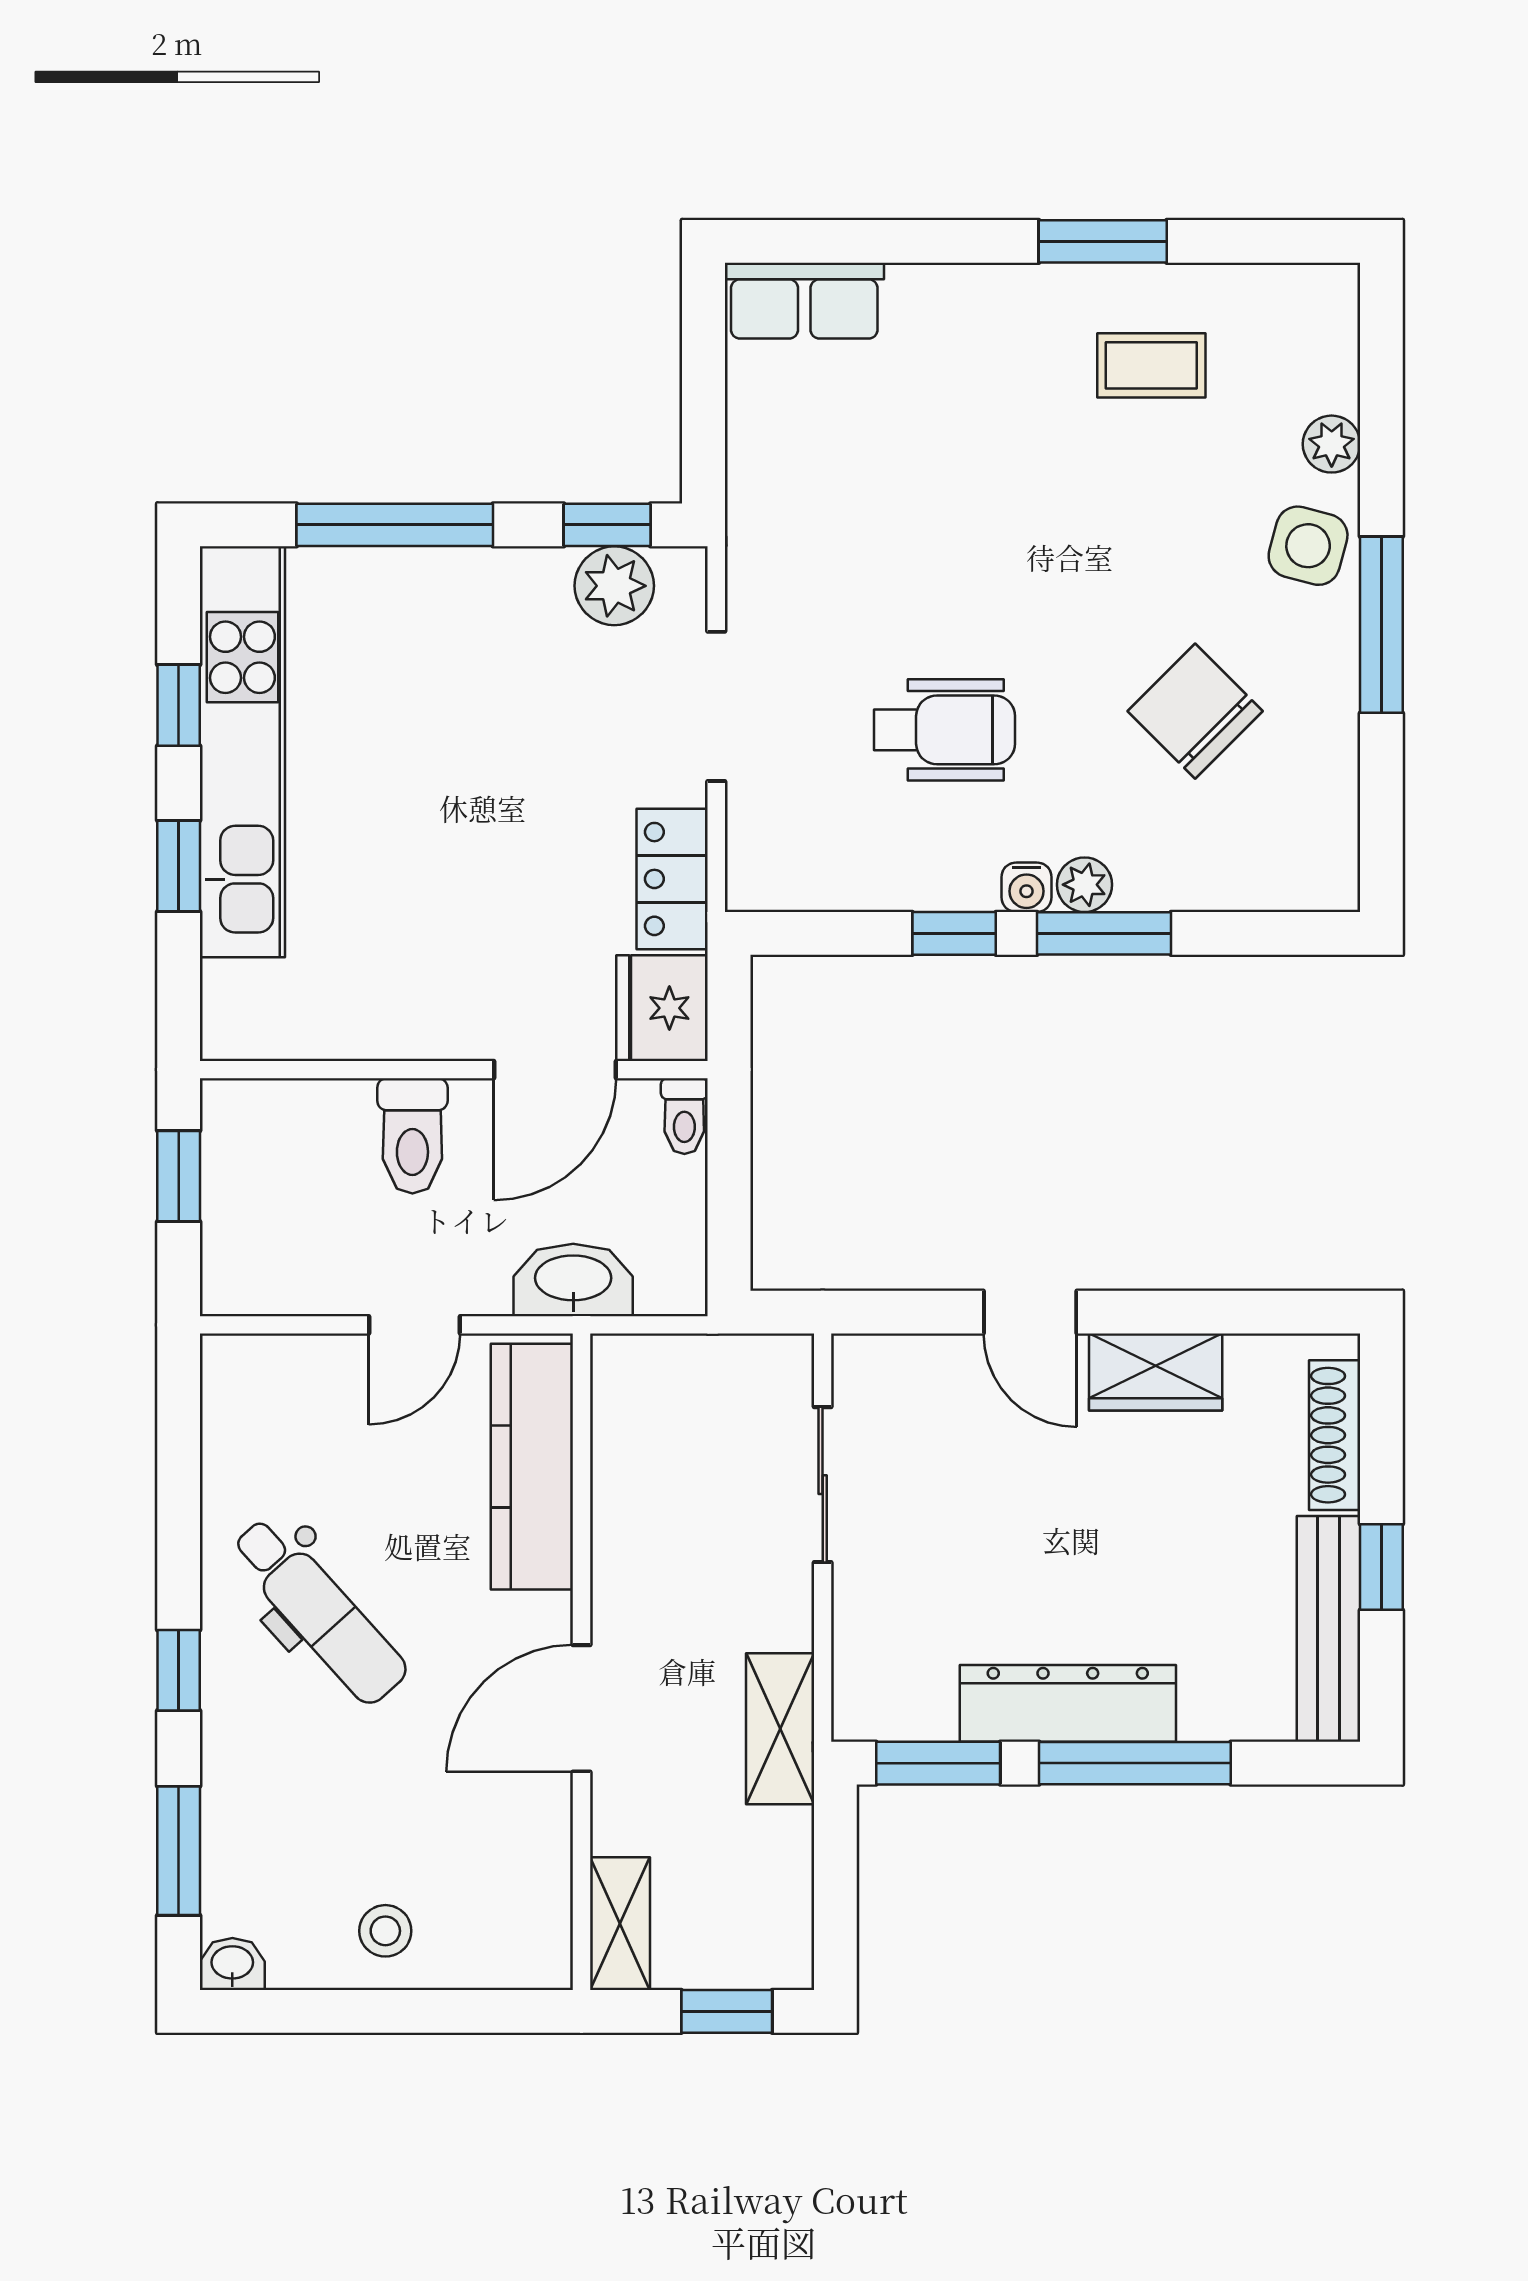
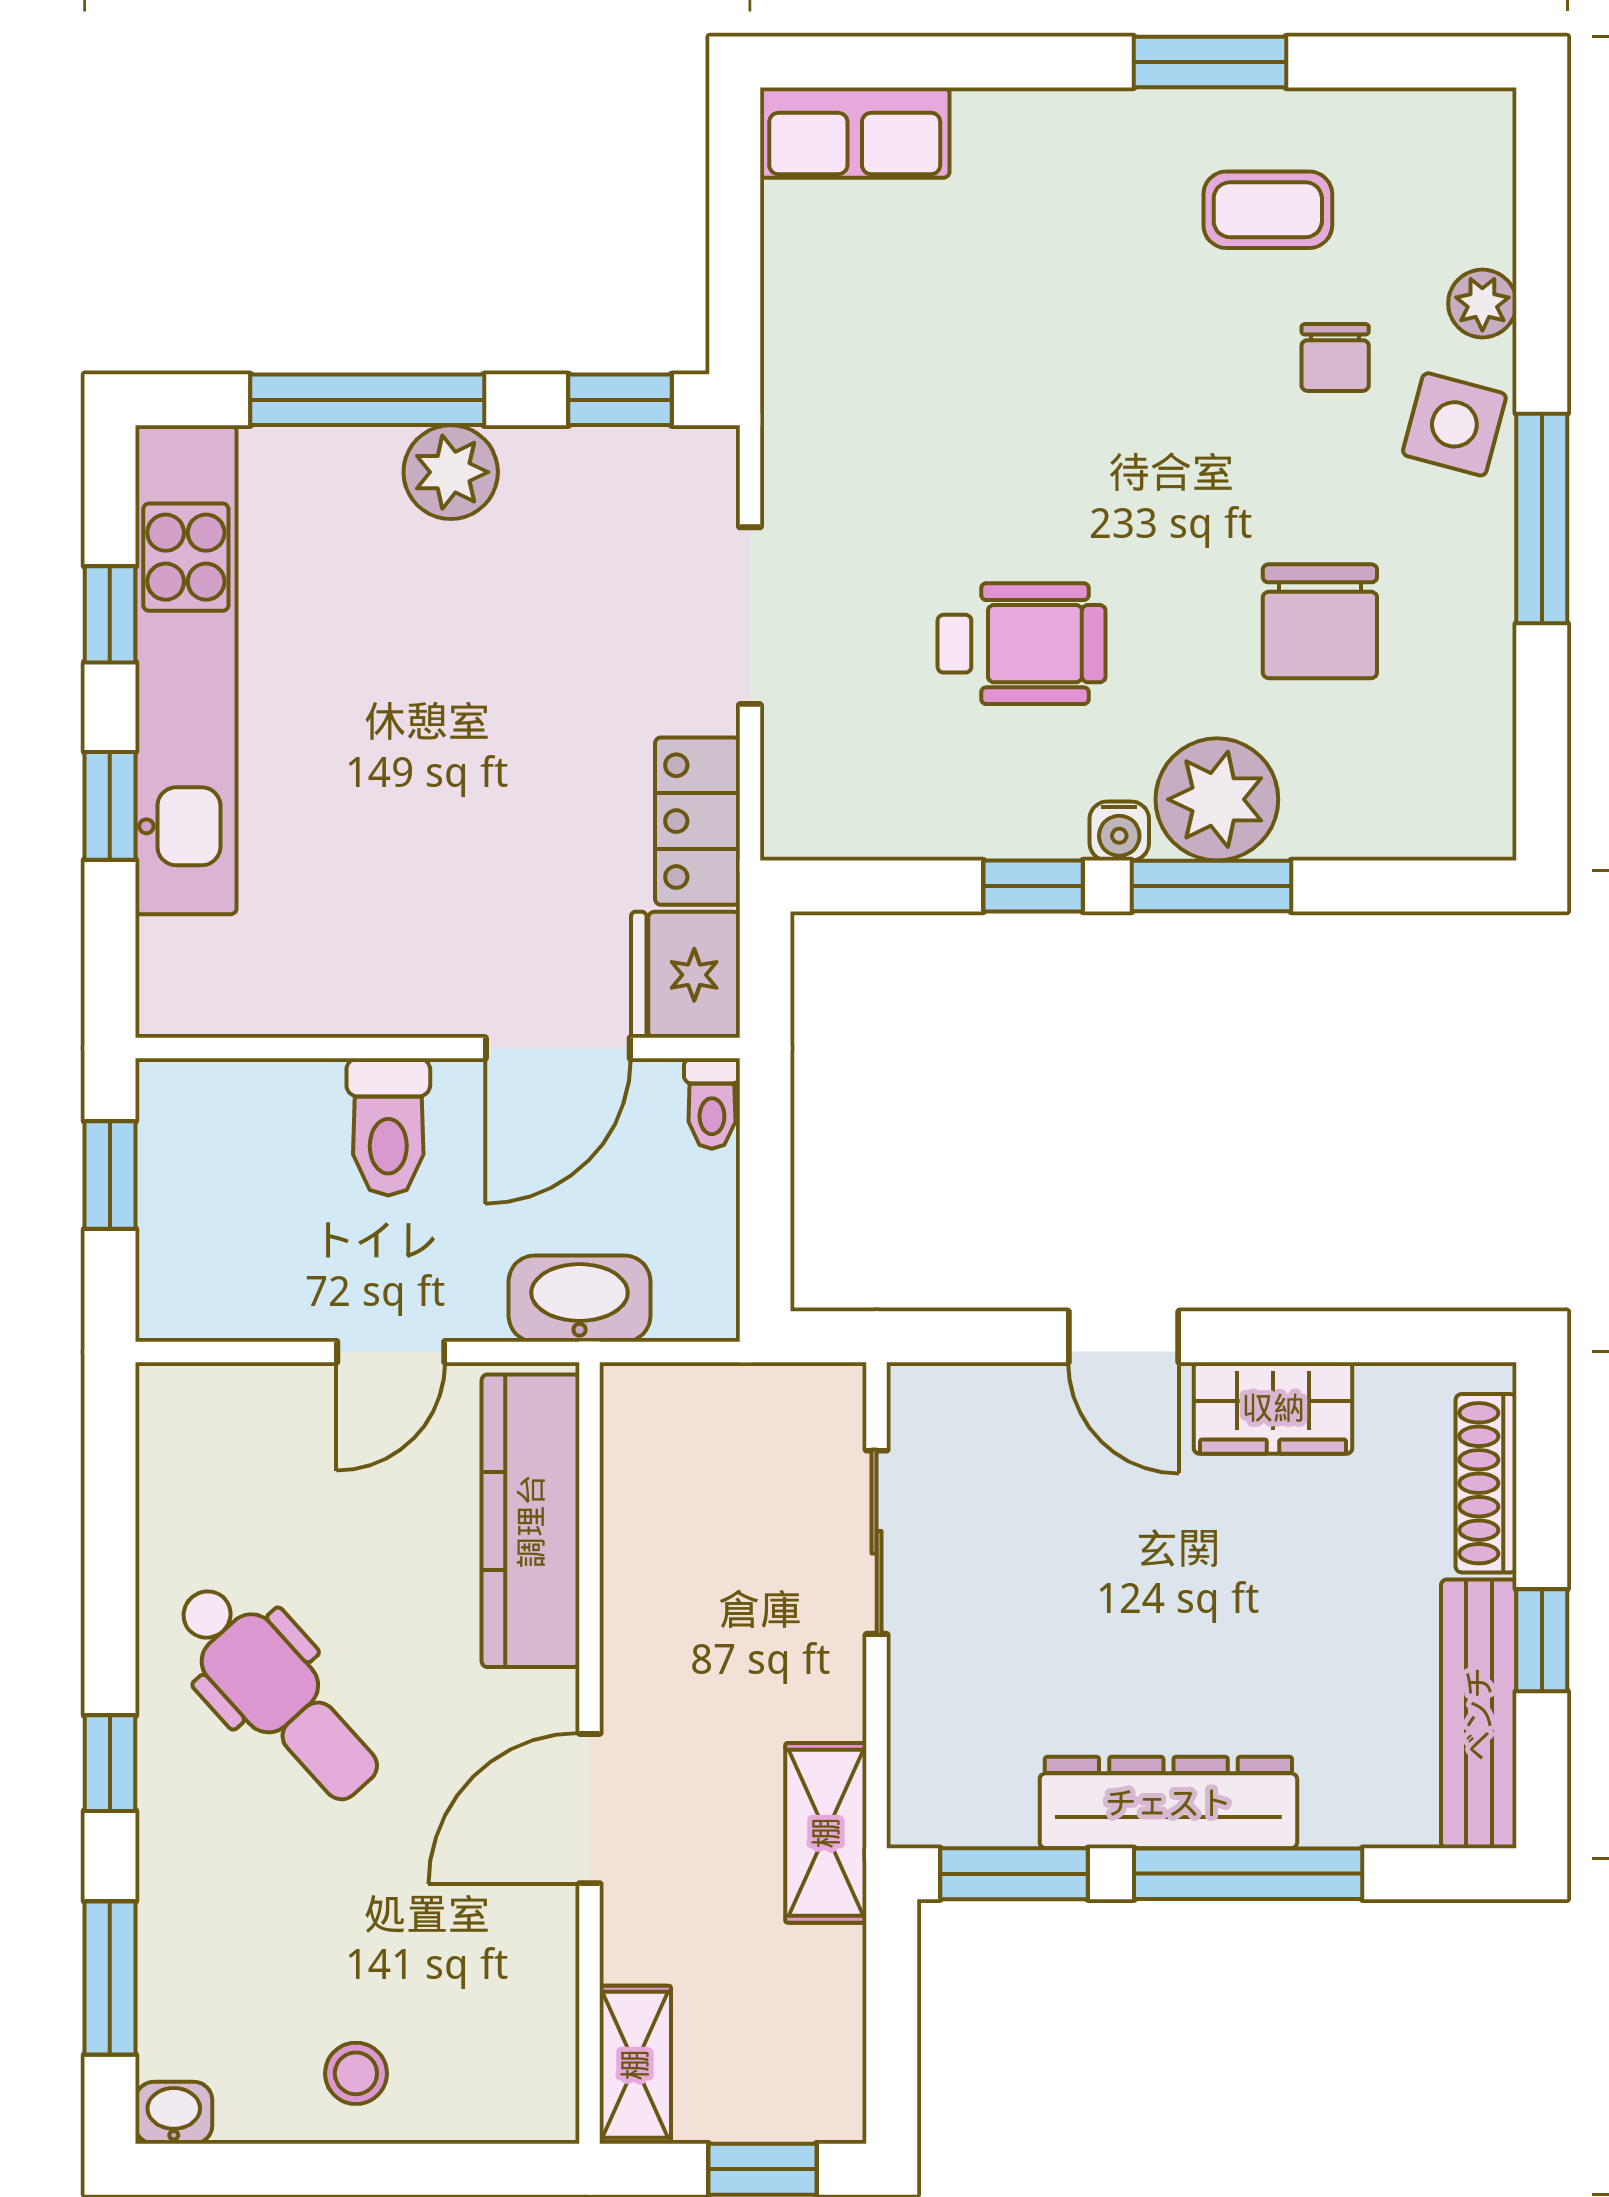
chair: (1208, 489) -> (1335, 357), added
plant: (614, 586) -> (451, 472), moved
chair: (1195, 711) -> (1320, 621), turned -135
plant: (1085, 885) -> (1217, 799), width x1.88, depth x1.88

